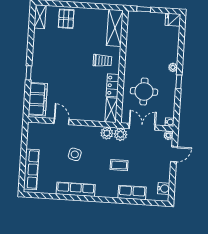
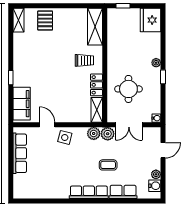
fridge: (173, 20) -> (150, 20), width x1.88, depth x1.34
double door: (142, 127) -> (129, 125), swing flipped
plant: (168, 135) -> (156, 174), moved
side table: (75, 154) -> (65, 137), moved
row of seats: (31, 169) -> (20, 153), moved
row of seats: (76, 189) -> (89, 192), moved

